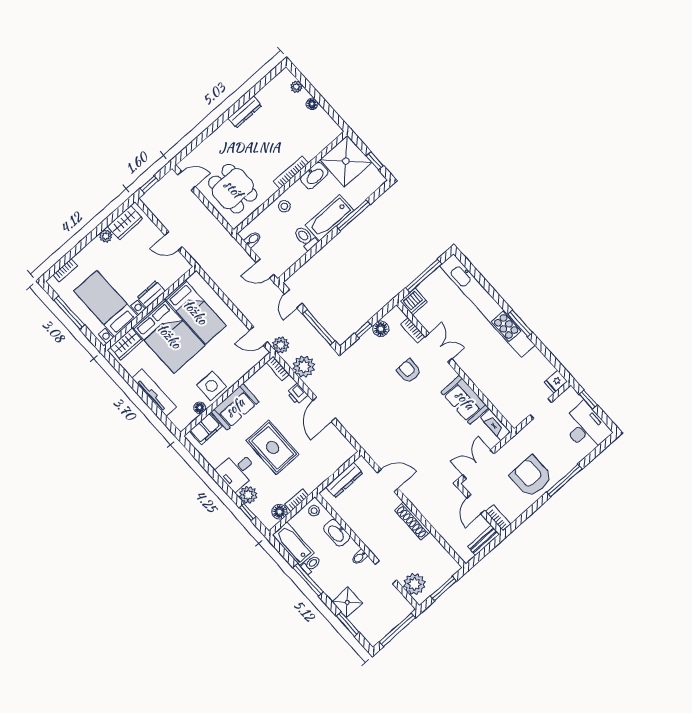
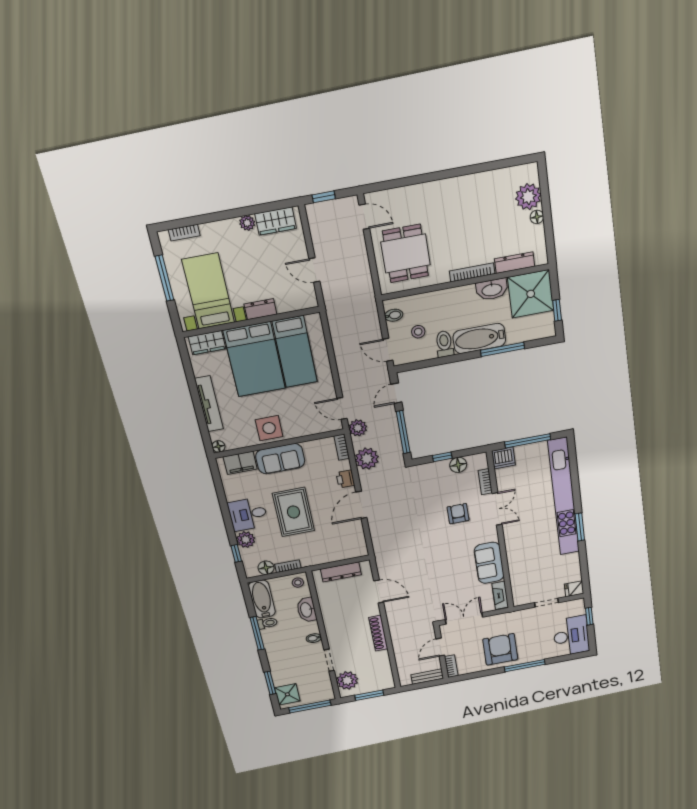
plant: (296, 87) -> (528, 197), width x1.87, depth x1.87
dresser: (245, 112) -> (515, 263), moved, turned 180
stool: (284, 206) -> (418, 332), moved
floor lamp: (200, 408) -> (218, 446), moved
shower: (347, 602) -> (287, 694), moved

